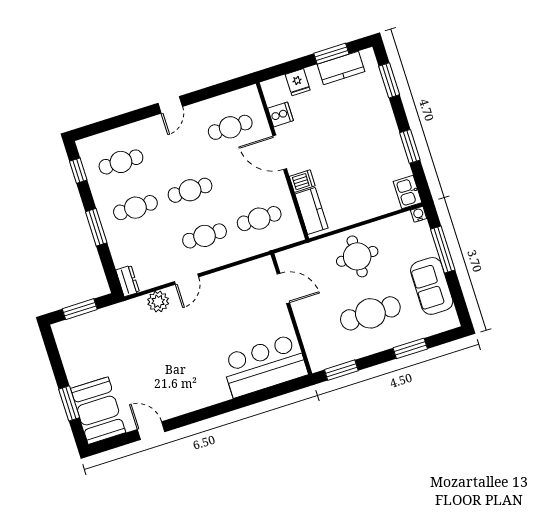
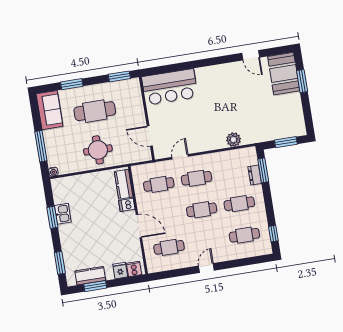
cooker: (281, 114) -> (134, 269), moved, turned 90
kitchen sink: (408, 192) -> (63, 214), moved
window: (96, 227) -> (263, 170), moved
door: (187, 279) -> (180, 157), moved
dresser: (128, 281) -> (255, 175), moved
sofa: (432, 286) -> (50, 110), moved

